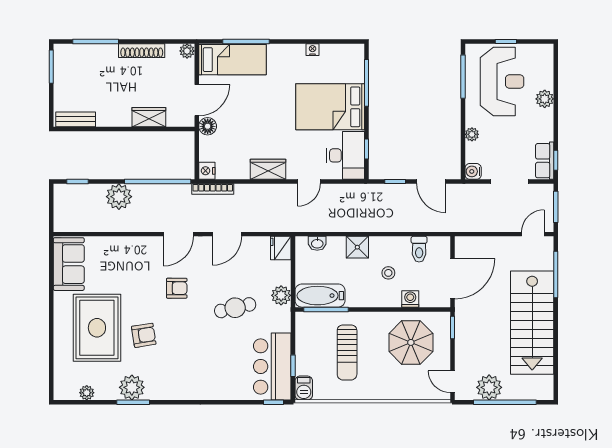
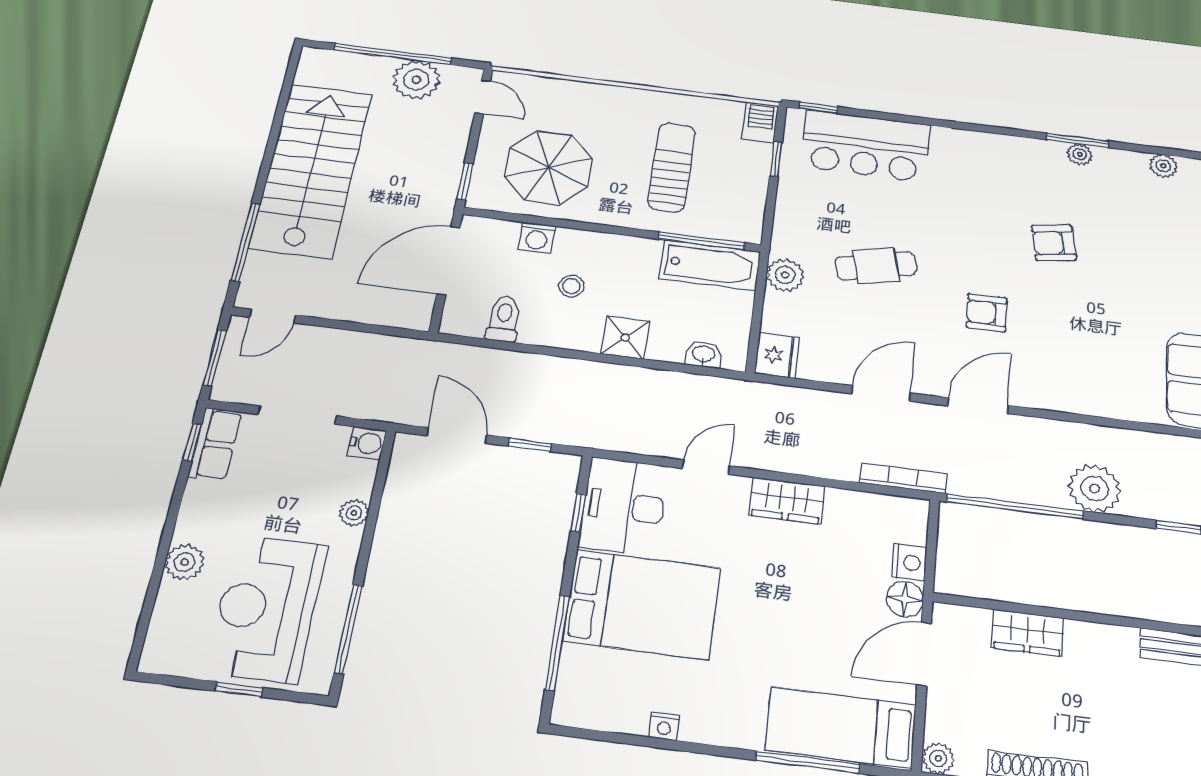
nightstand: (207, 171) -> (909, 563), moved
rug: (97, 328) -> (1143, 266), removed
bar counter: (272, 366) -> (865, 146), moved, turned 90
plant: (132, 387) -> (1080, 154), width x0.53, depth x0.53

